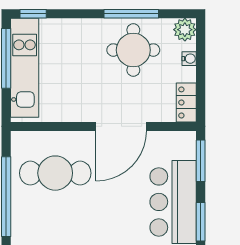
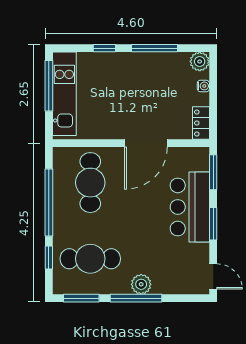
window: (33, 14) -> (104, 48), moved
round table: (133, 50) -> (156, 79), removed
cafe table: (55, 173) -> (90, 183), turned 90

